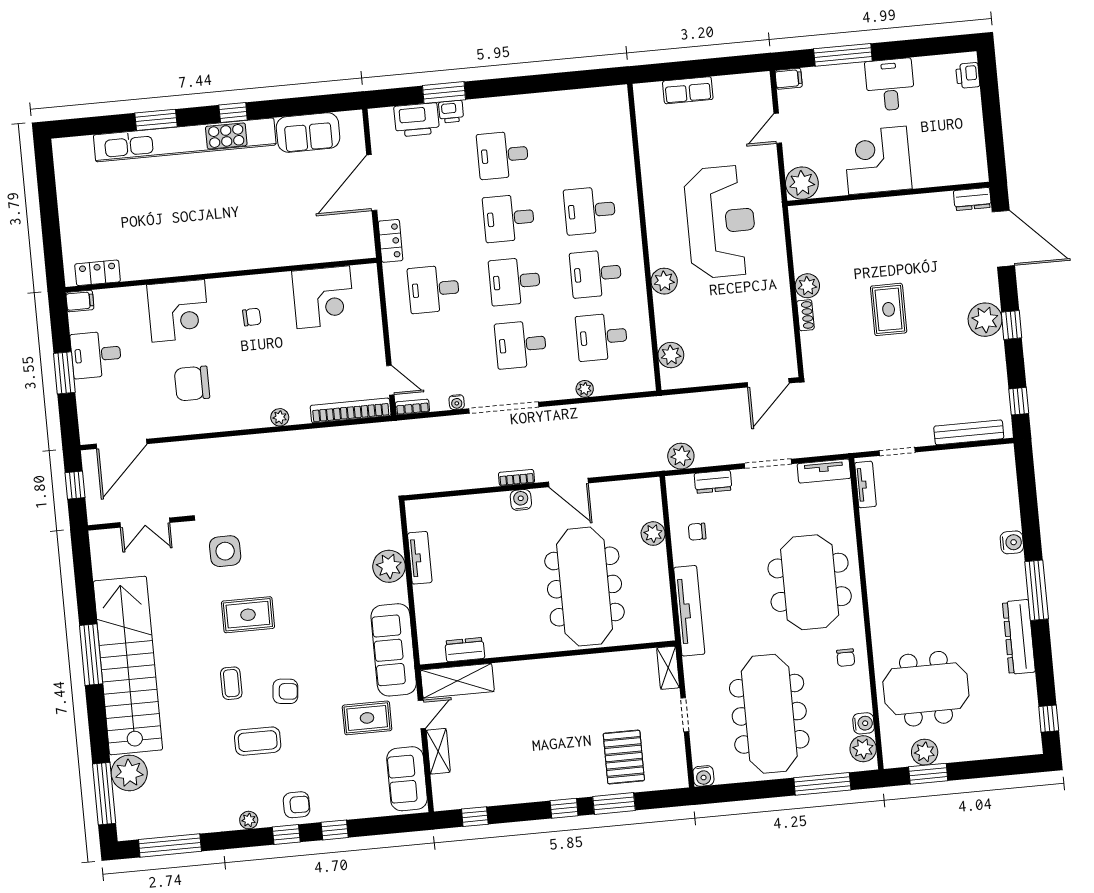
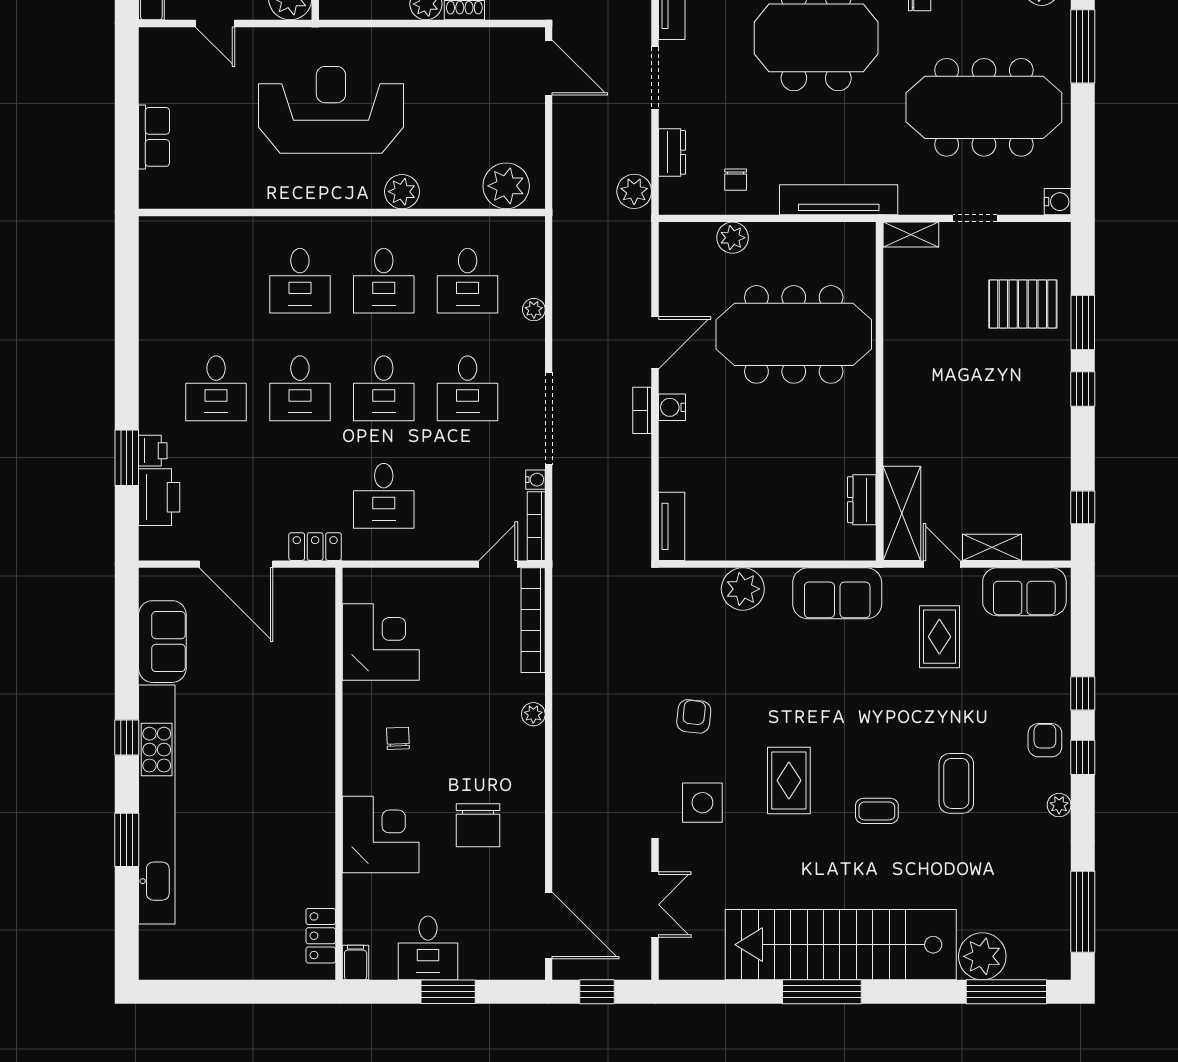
plant: (671, 355) -> (506, 186), width x1.36, depth x1.36
bookcase: (412, 407) -> (536, 526), width x1.56
tv unit: (420, 558) -> (672, 526), moved, turned 90
sofa: (394, 650) -> (837, 593), width x0.73
armchair: (285, 691) -> (694, 716), moved

